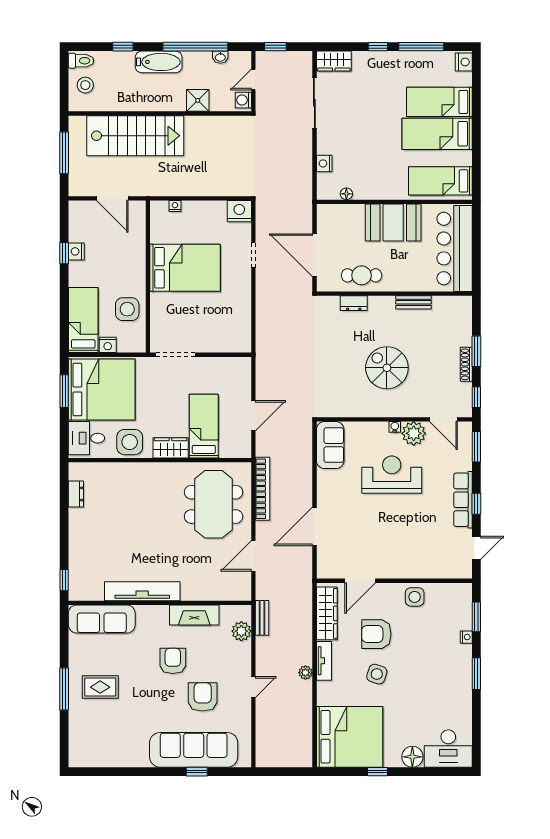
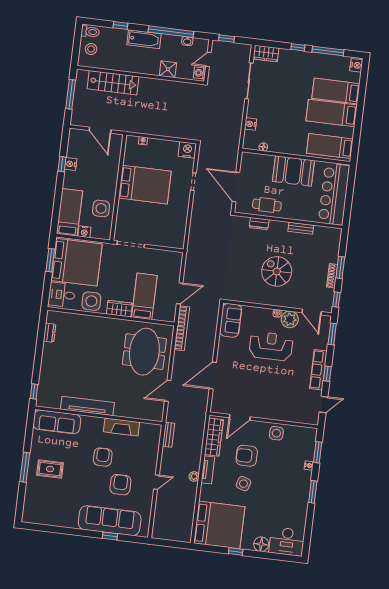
stairs: (135, 136) -> (113, 83), width x0.73, depth x0.66
bookcase: (263, 489) -> (182, 328), moved
plant: (241, 631) -> (153, 442), removed

